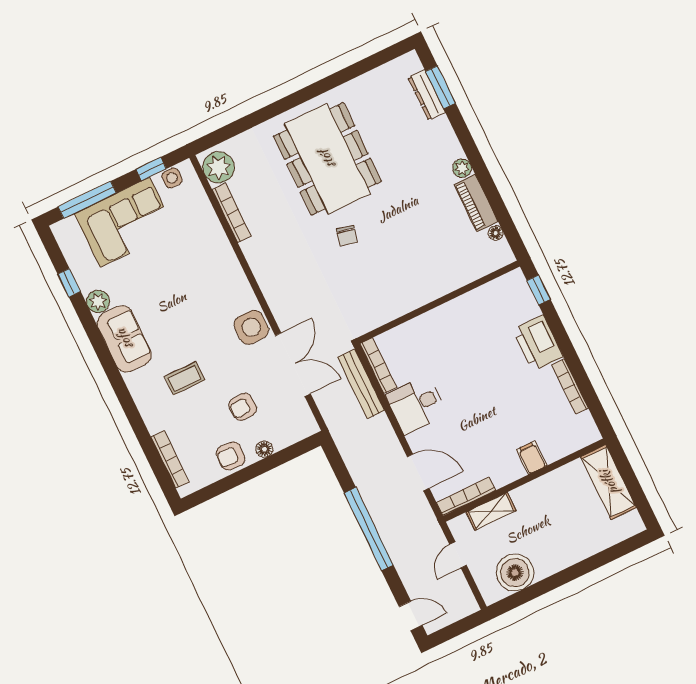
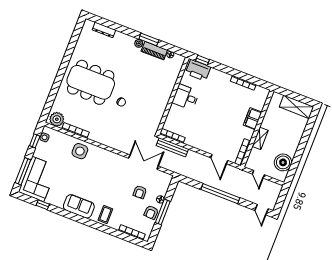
window: (441, 87) -> (149, 39), moved
corner sofa: (125, 222) -> (38, 179), moved
plant: (98, 301) -> (58, 202), removed
side table: (251, 327) -> (80, 151), moved
printer: (538, 343) -> (198, 70), moved
coffee table: (185, 378) -> (105, 215), moved
desk: (416, 405) -> (186, 97), moved, turned 90
filing cabinet: (532, 458) -> (253, 119), width x2.00
door: (418, 472) -> (219, 159), swing flipped
window: (250, 473) -> (163, 212), added
shelving: (609, 482) -> (296, 107), moved
shelving: (491, 511) -> (260, 138), moved
door: (411, 616) -> (262, 210), swing flipped

